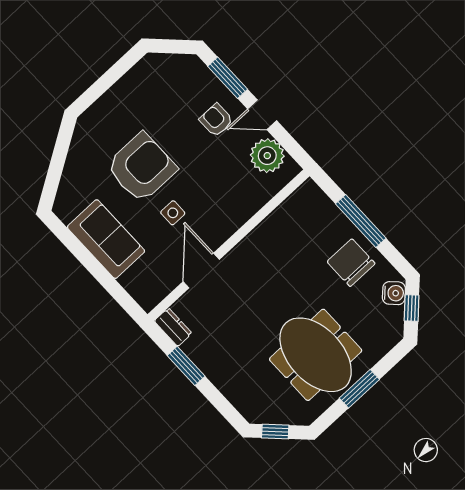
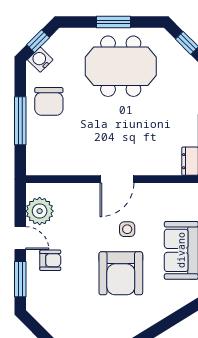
armchair: (216, 120) -> (50, 260), turned -90
armchair: (141, 168) -> (121, 273), turned -90
door: (201, 271) -> (117, 179), moved
meeting table: (316, 355) -> (121, 66), turned 90

